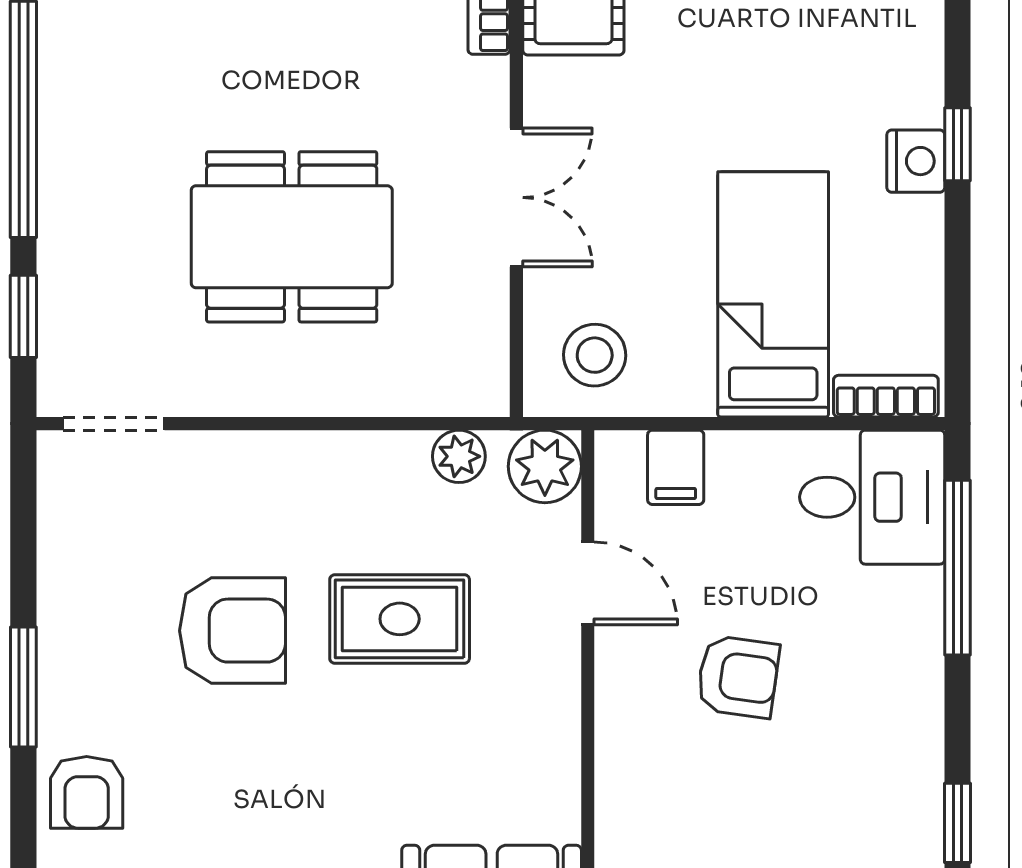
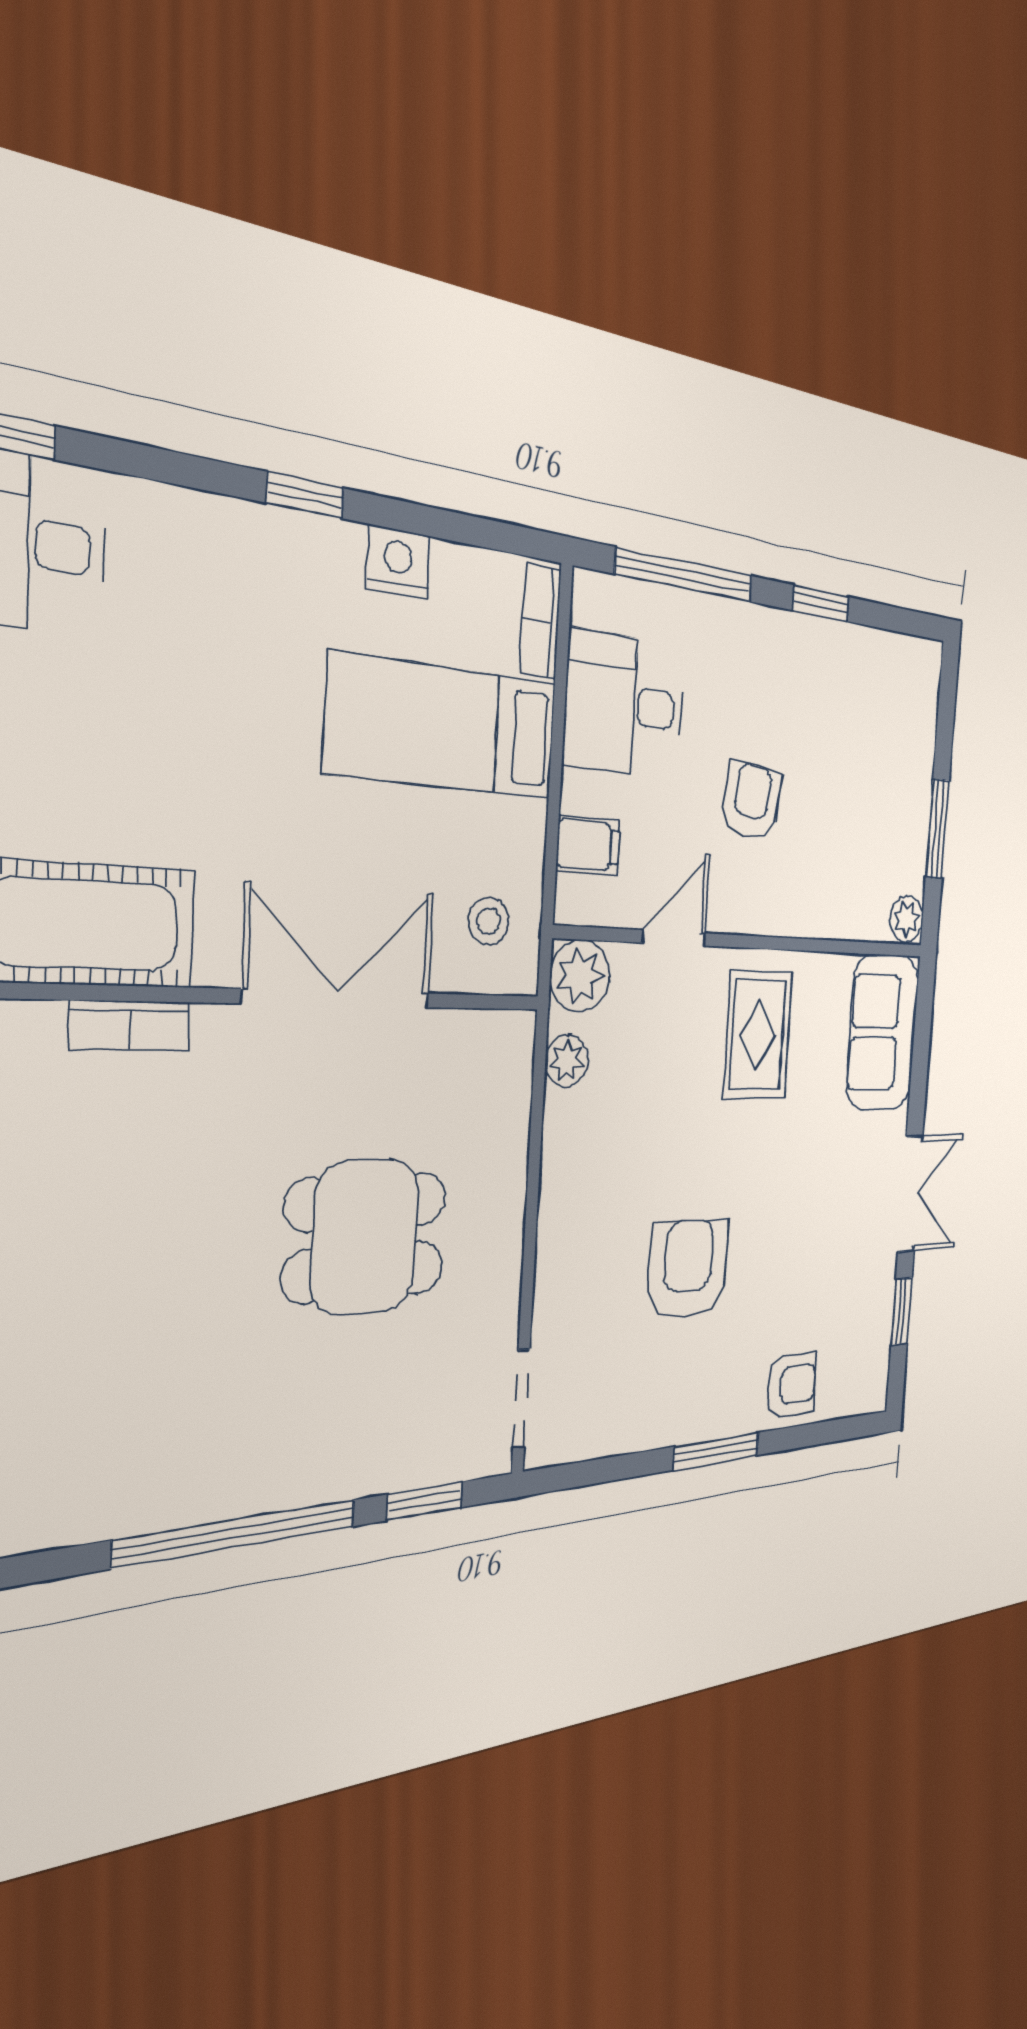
nightstand: (916, 161) -> (398, 562), moved
double door: (516, 197) -> (338, 998), width x1.37
dining table: (292, 237) -> (365, 1237), width x0.73
stool: (595, 355) -> (488, 921), width x0.73, depth x0.73
desk: (872, 497) -> (625, 705), moved, turned -90
rug: (400, 619) -> (758, 1035), moved
window: (957, 823) -> (821, 604), moved

